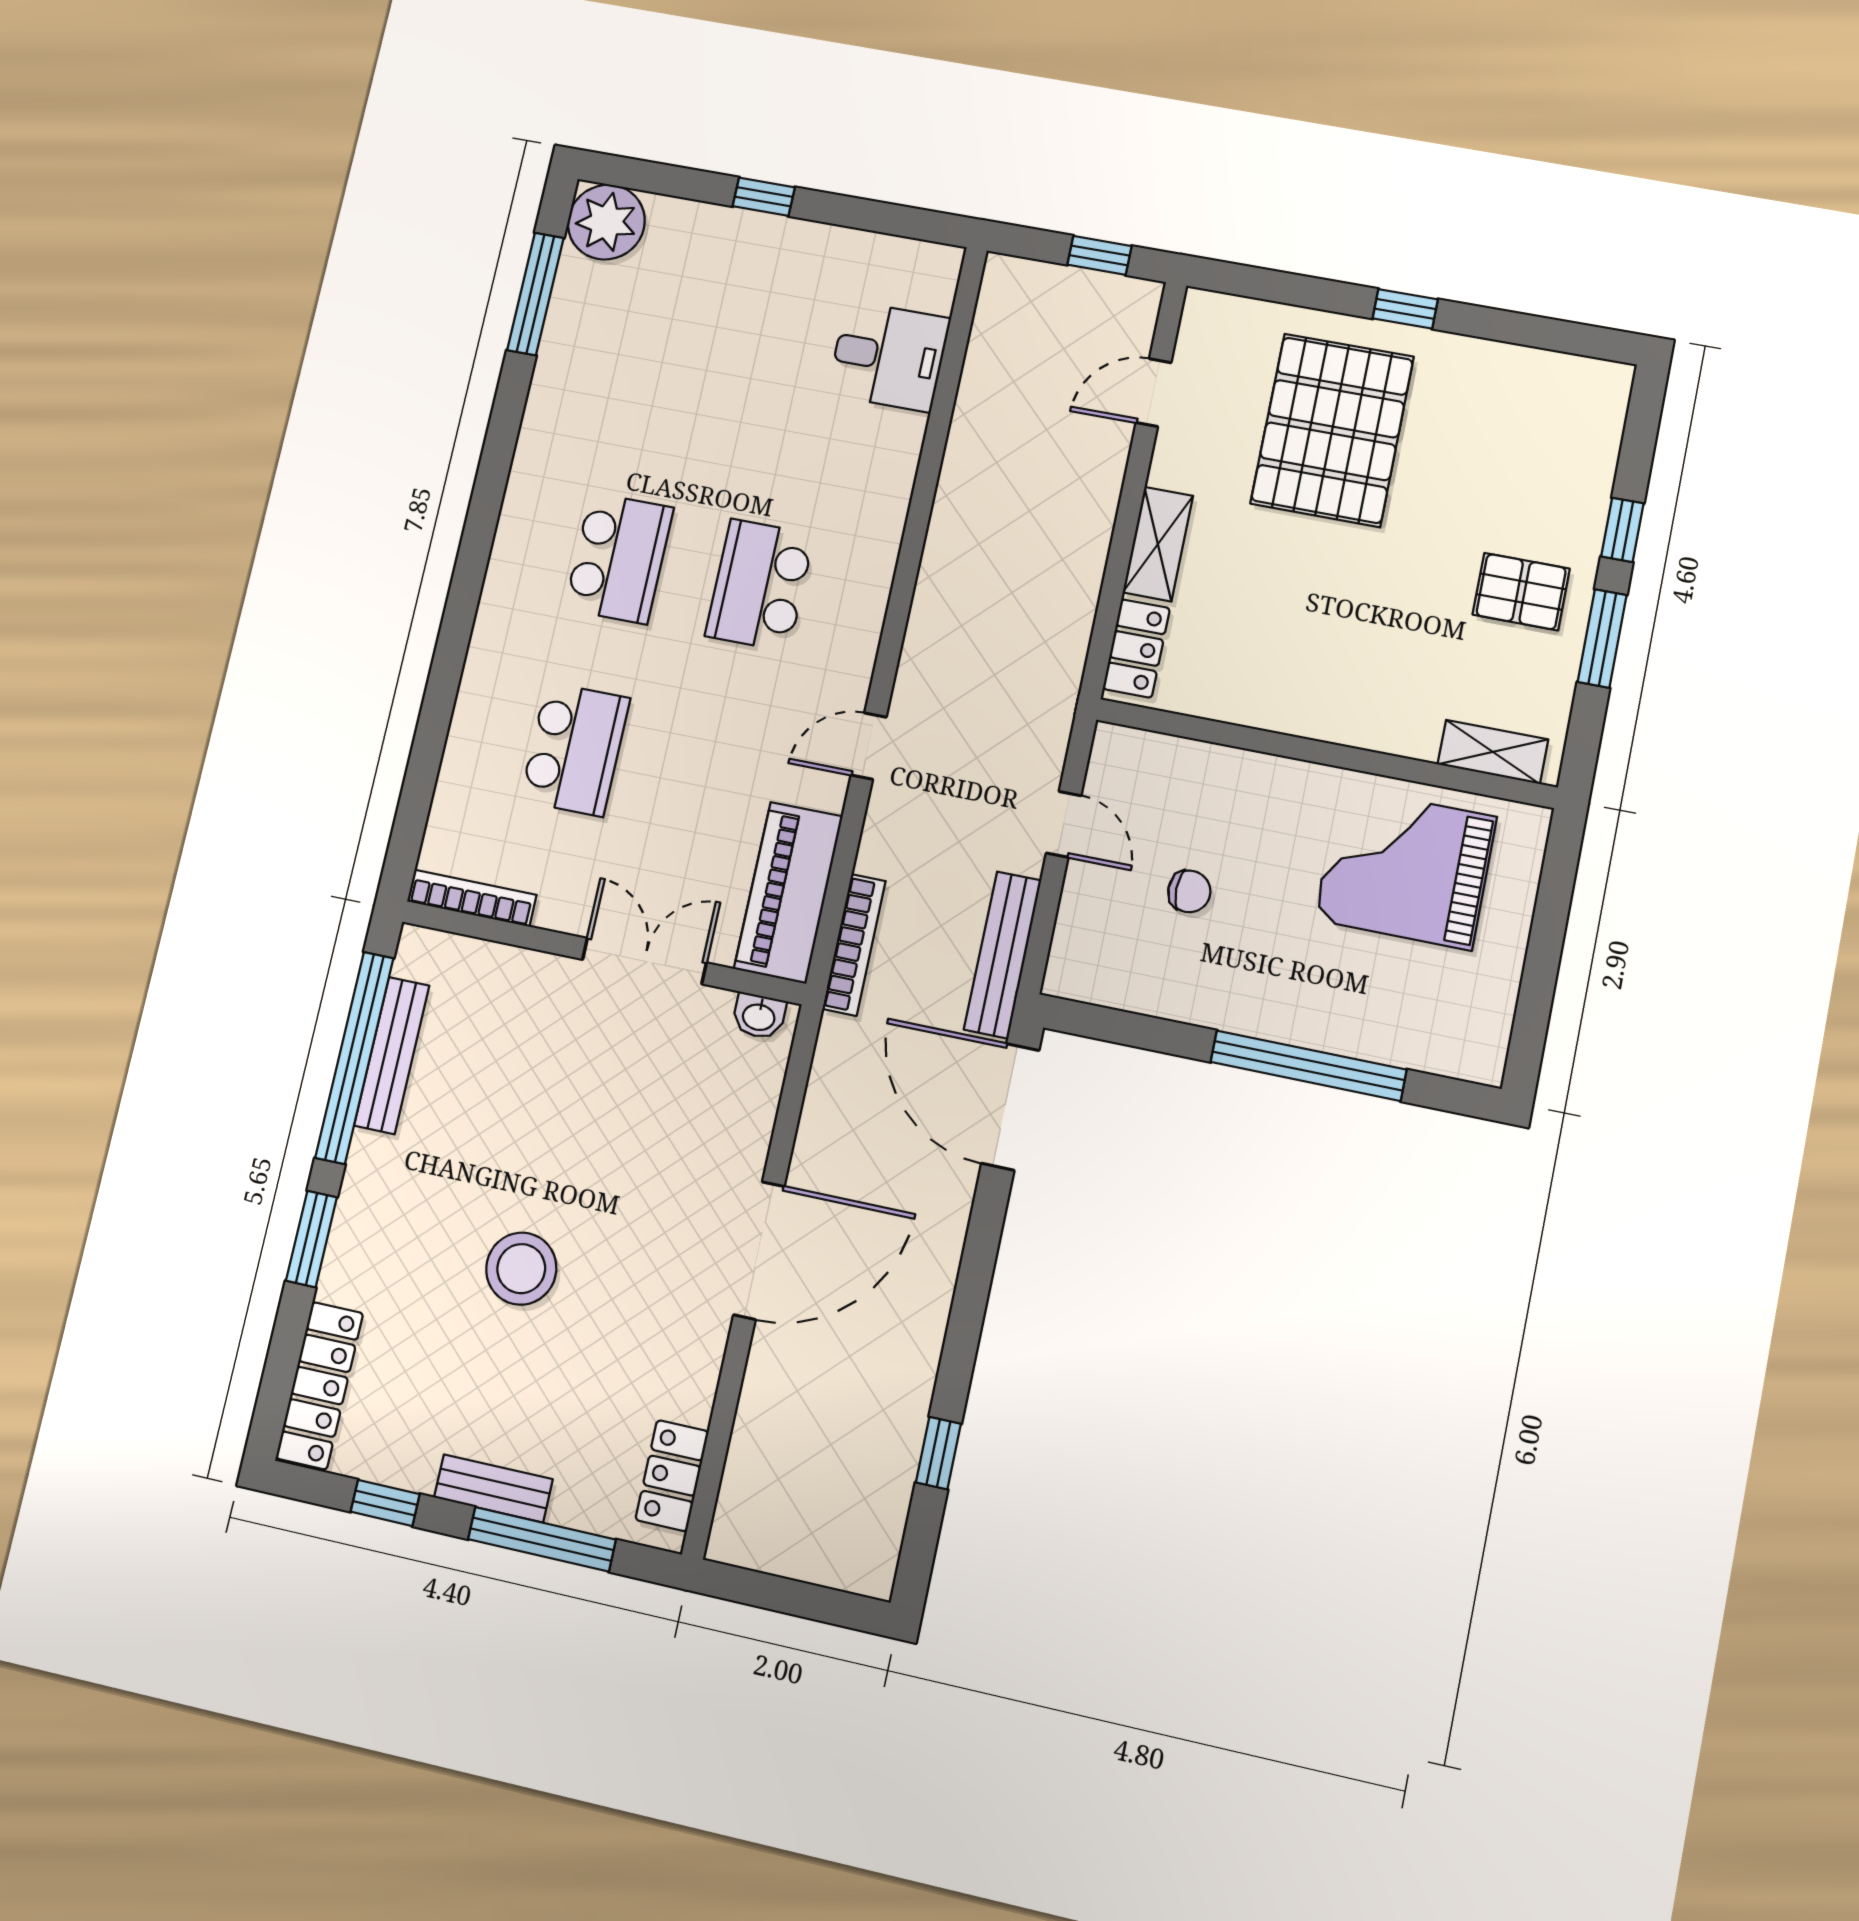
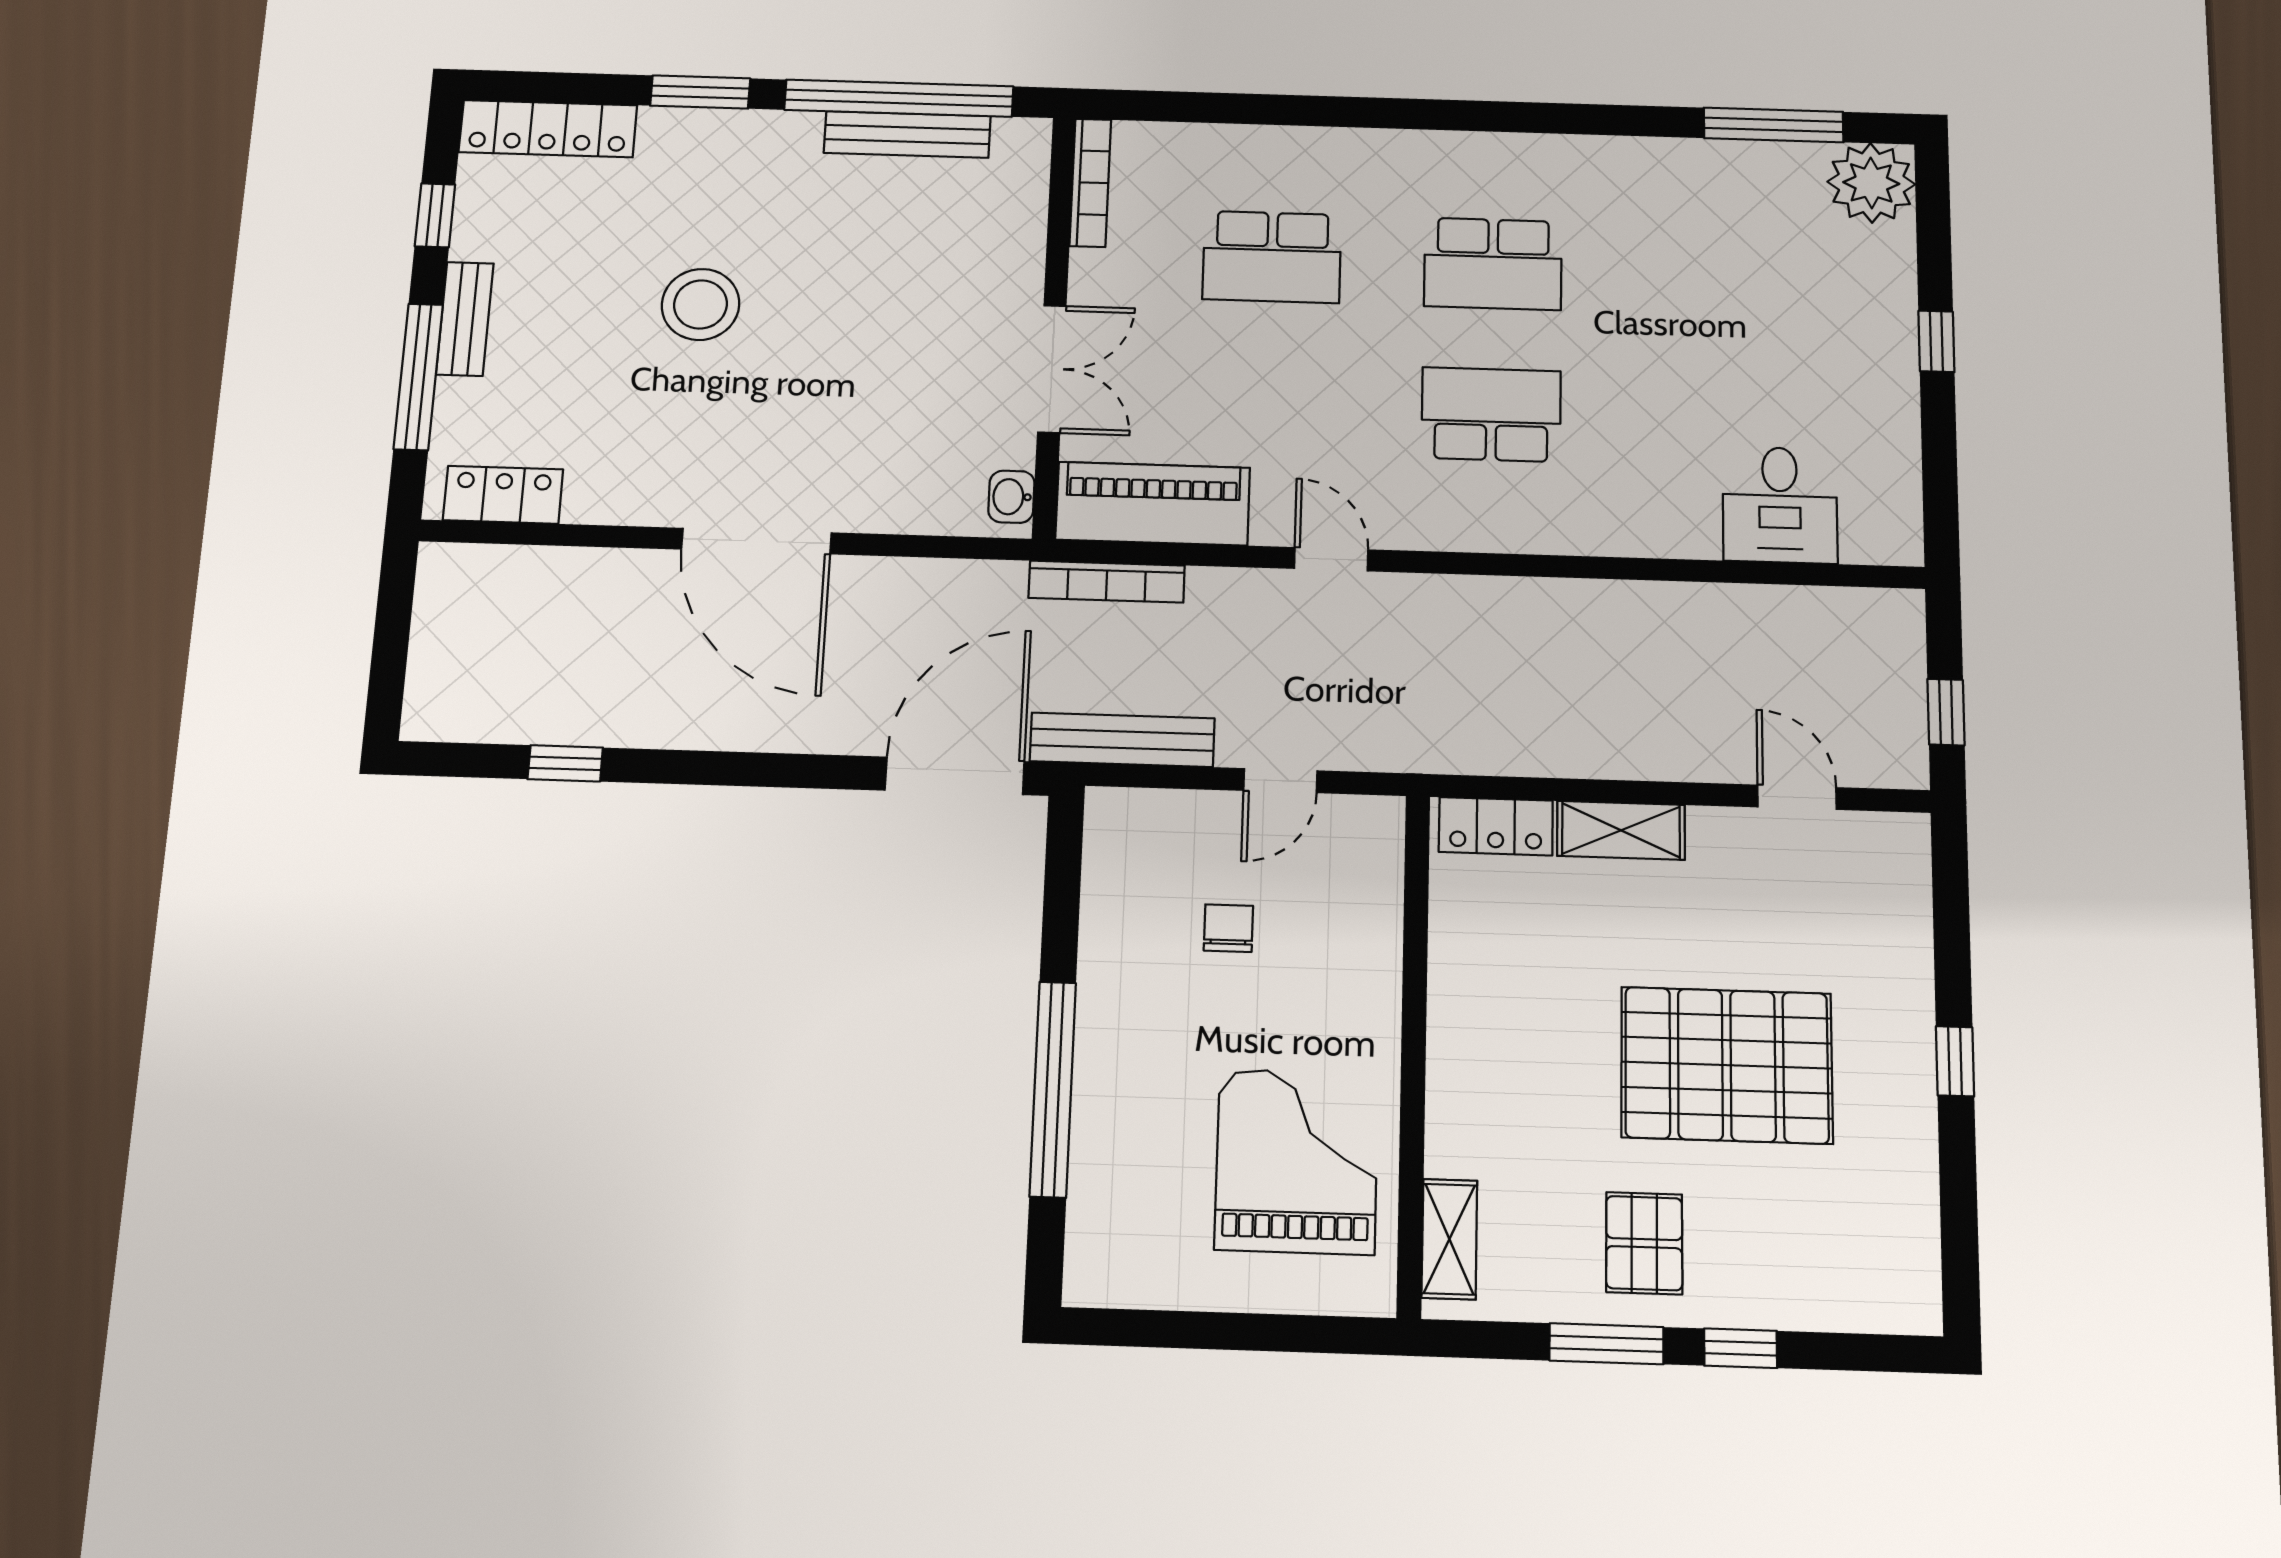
pallet: (1332, 430) -> (1727, 1065), moved
chair: (1189, 891) -> (1228, 928), turned 180

